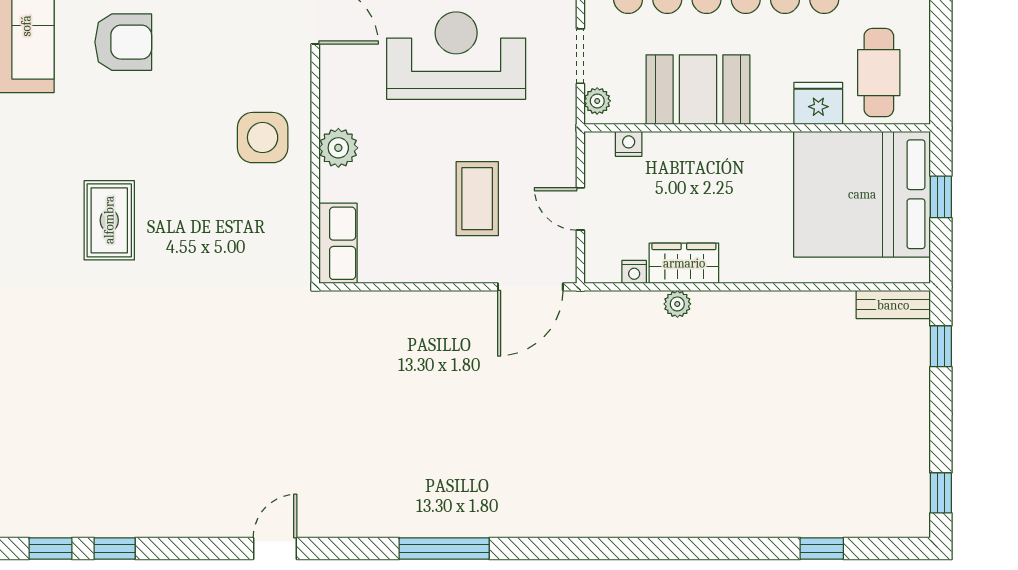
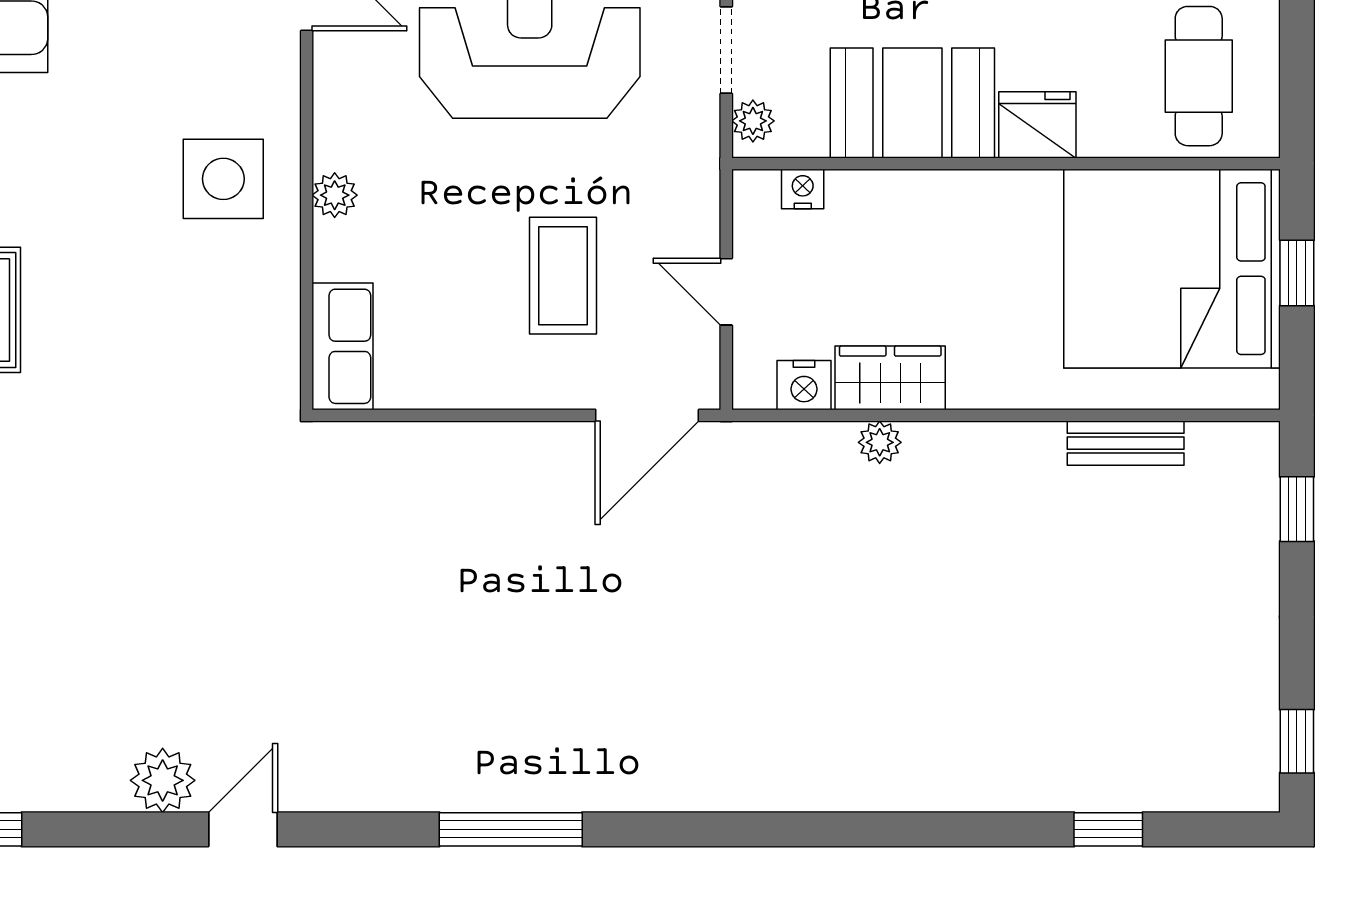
fridge: (818, 103) -> (1037, 125), moved
plant: (338, 148) -> (335, 195), width x0.73, depth x0.73
nightstand: (634, 272) -> (804, 385), width x1.39, depth x1.35
bench: (893, 305) -> (1126, 443), moved
plant: (224, 518) -> (163, 780), added

